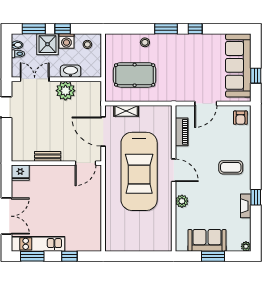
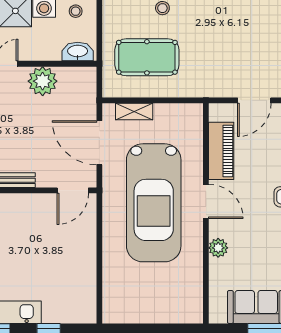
washbasin: (71, 71) -> (78, 52), moved
piano: (182, 132) -> (221, 151), width x1.37, depth x1.33

